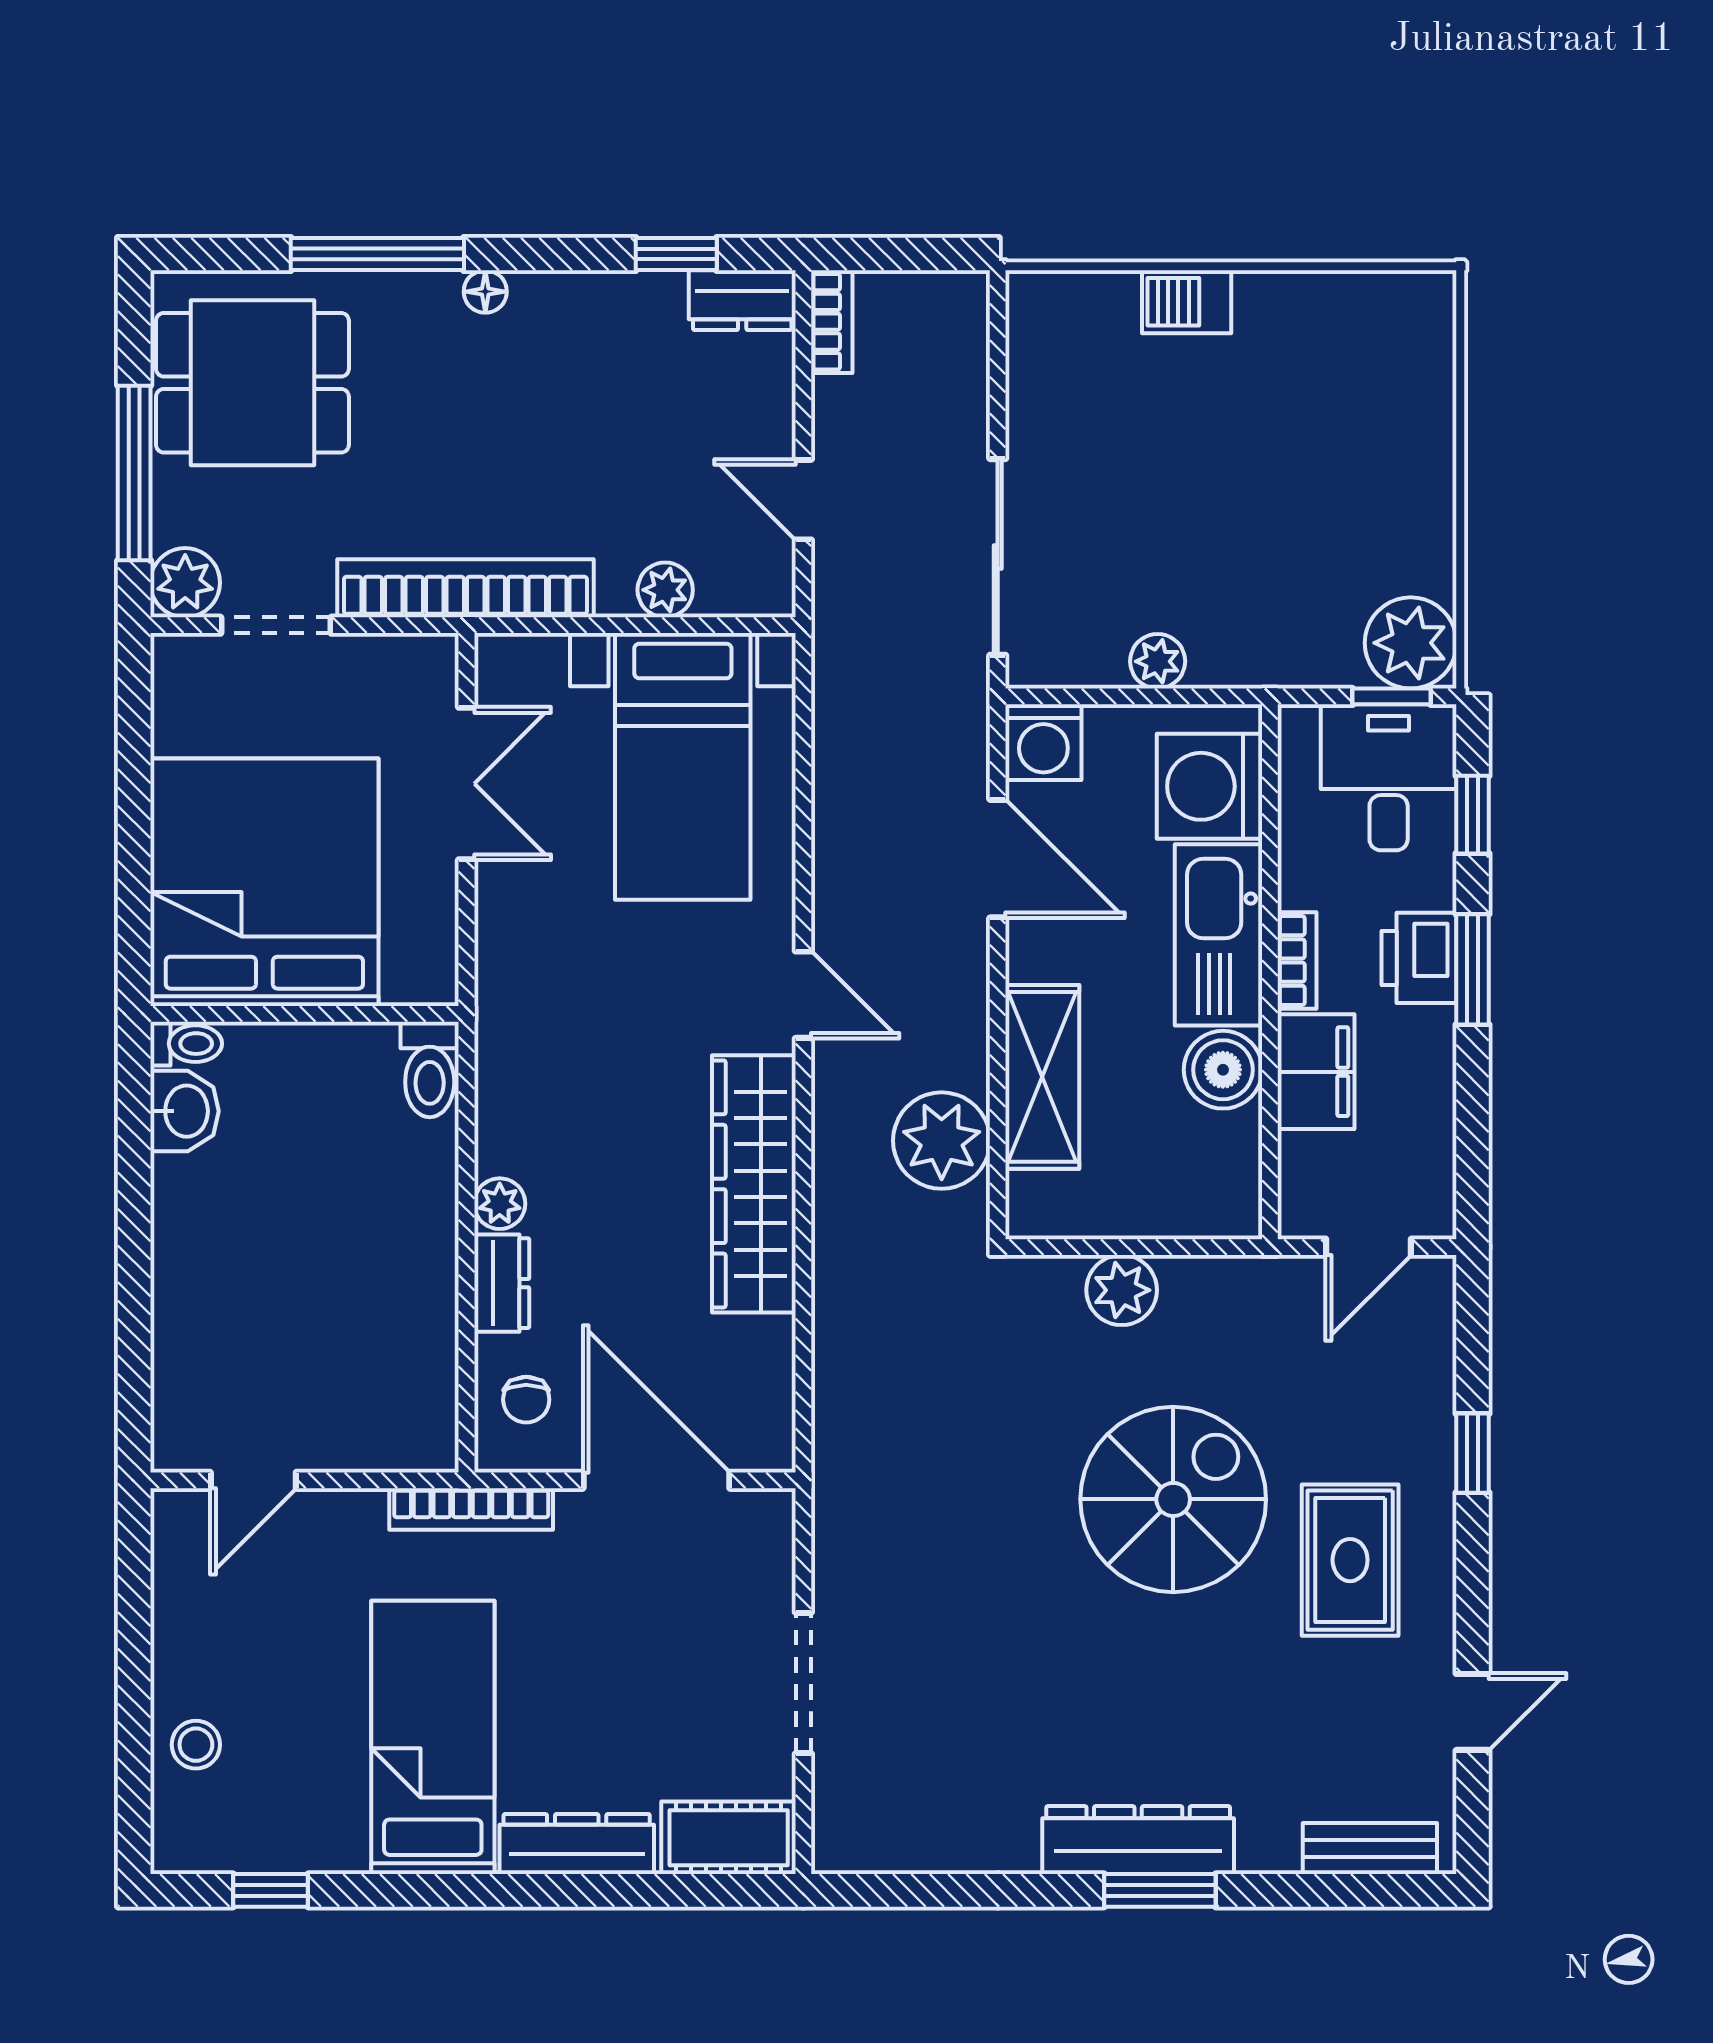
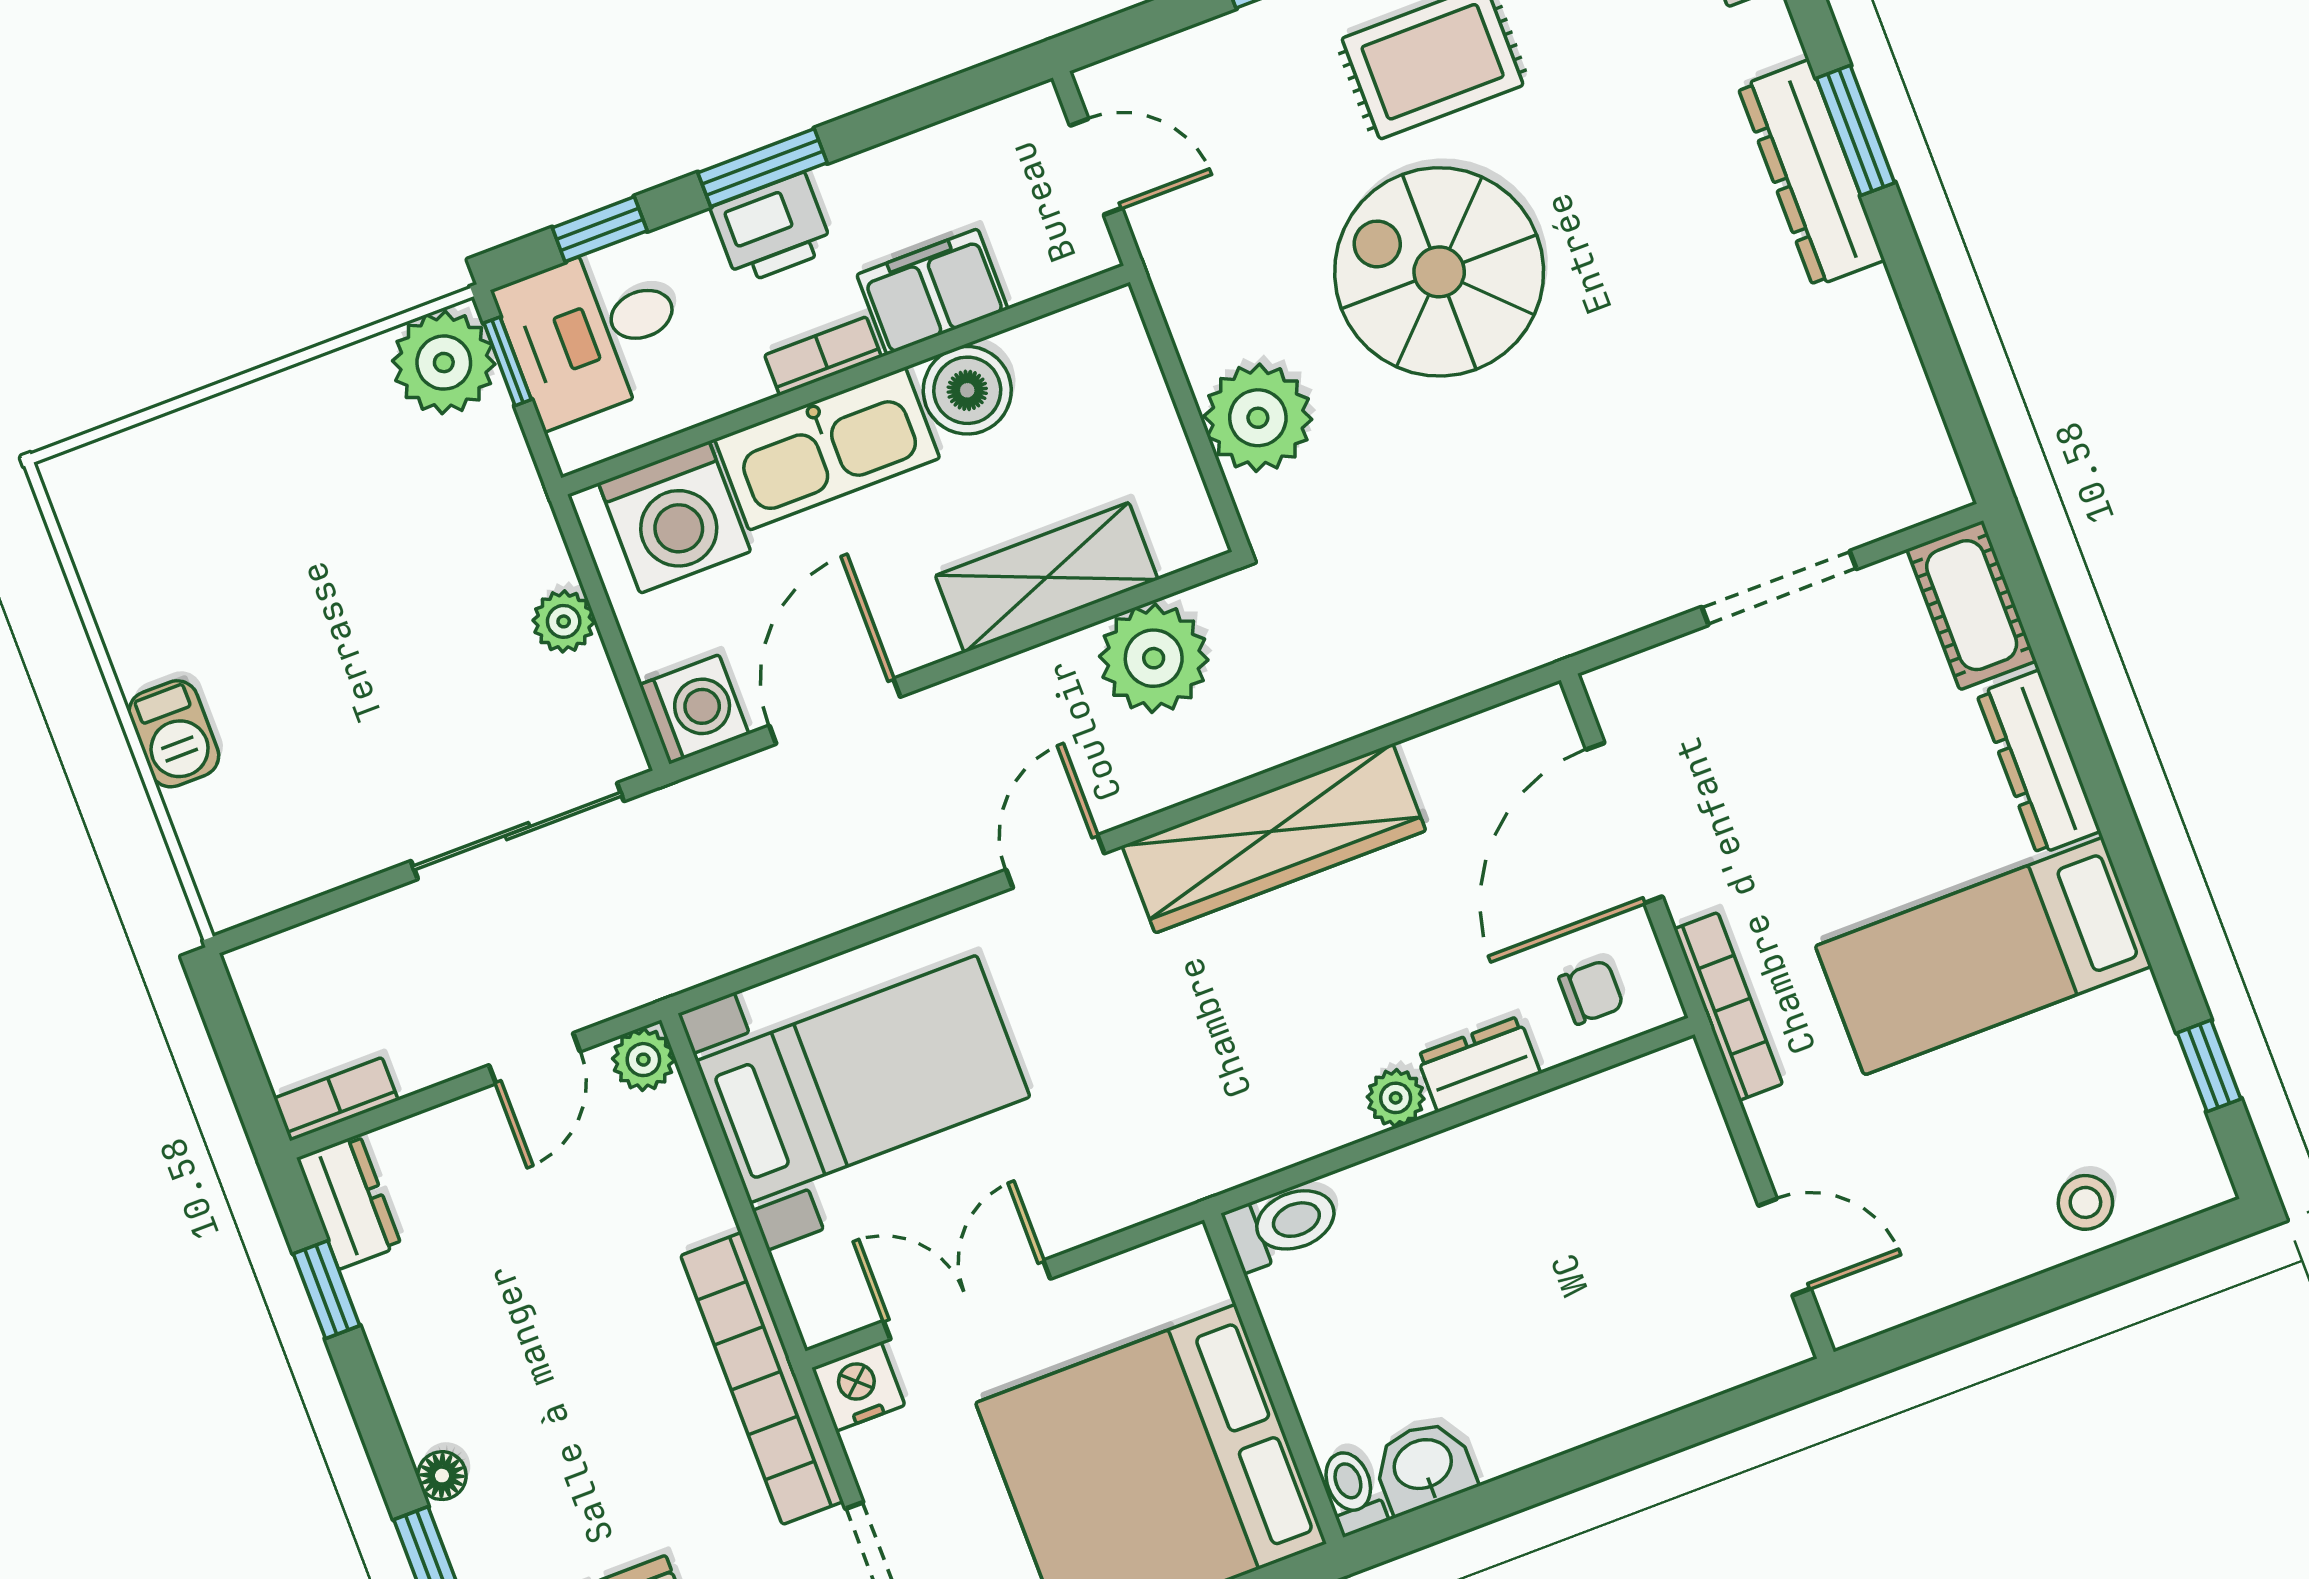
plant: (665, 590) -> (643, 1060), moved
nightstand: (428, 666) -> (858, 1387), added
plant: (1122, 1290) -> (1258, 418), width x1.36, depth x1.36

